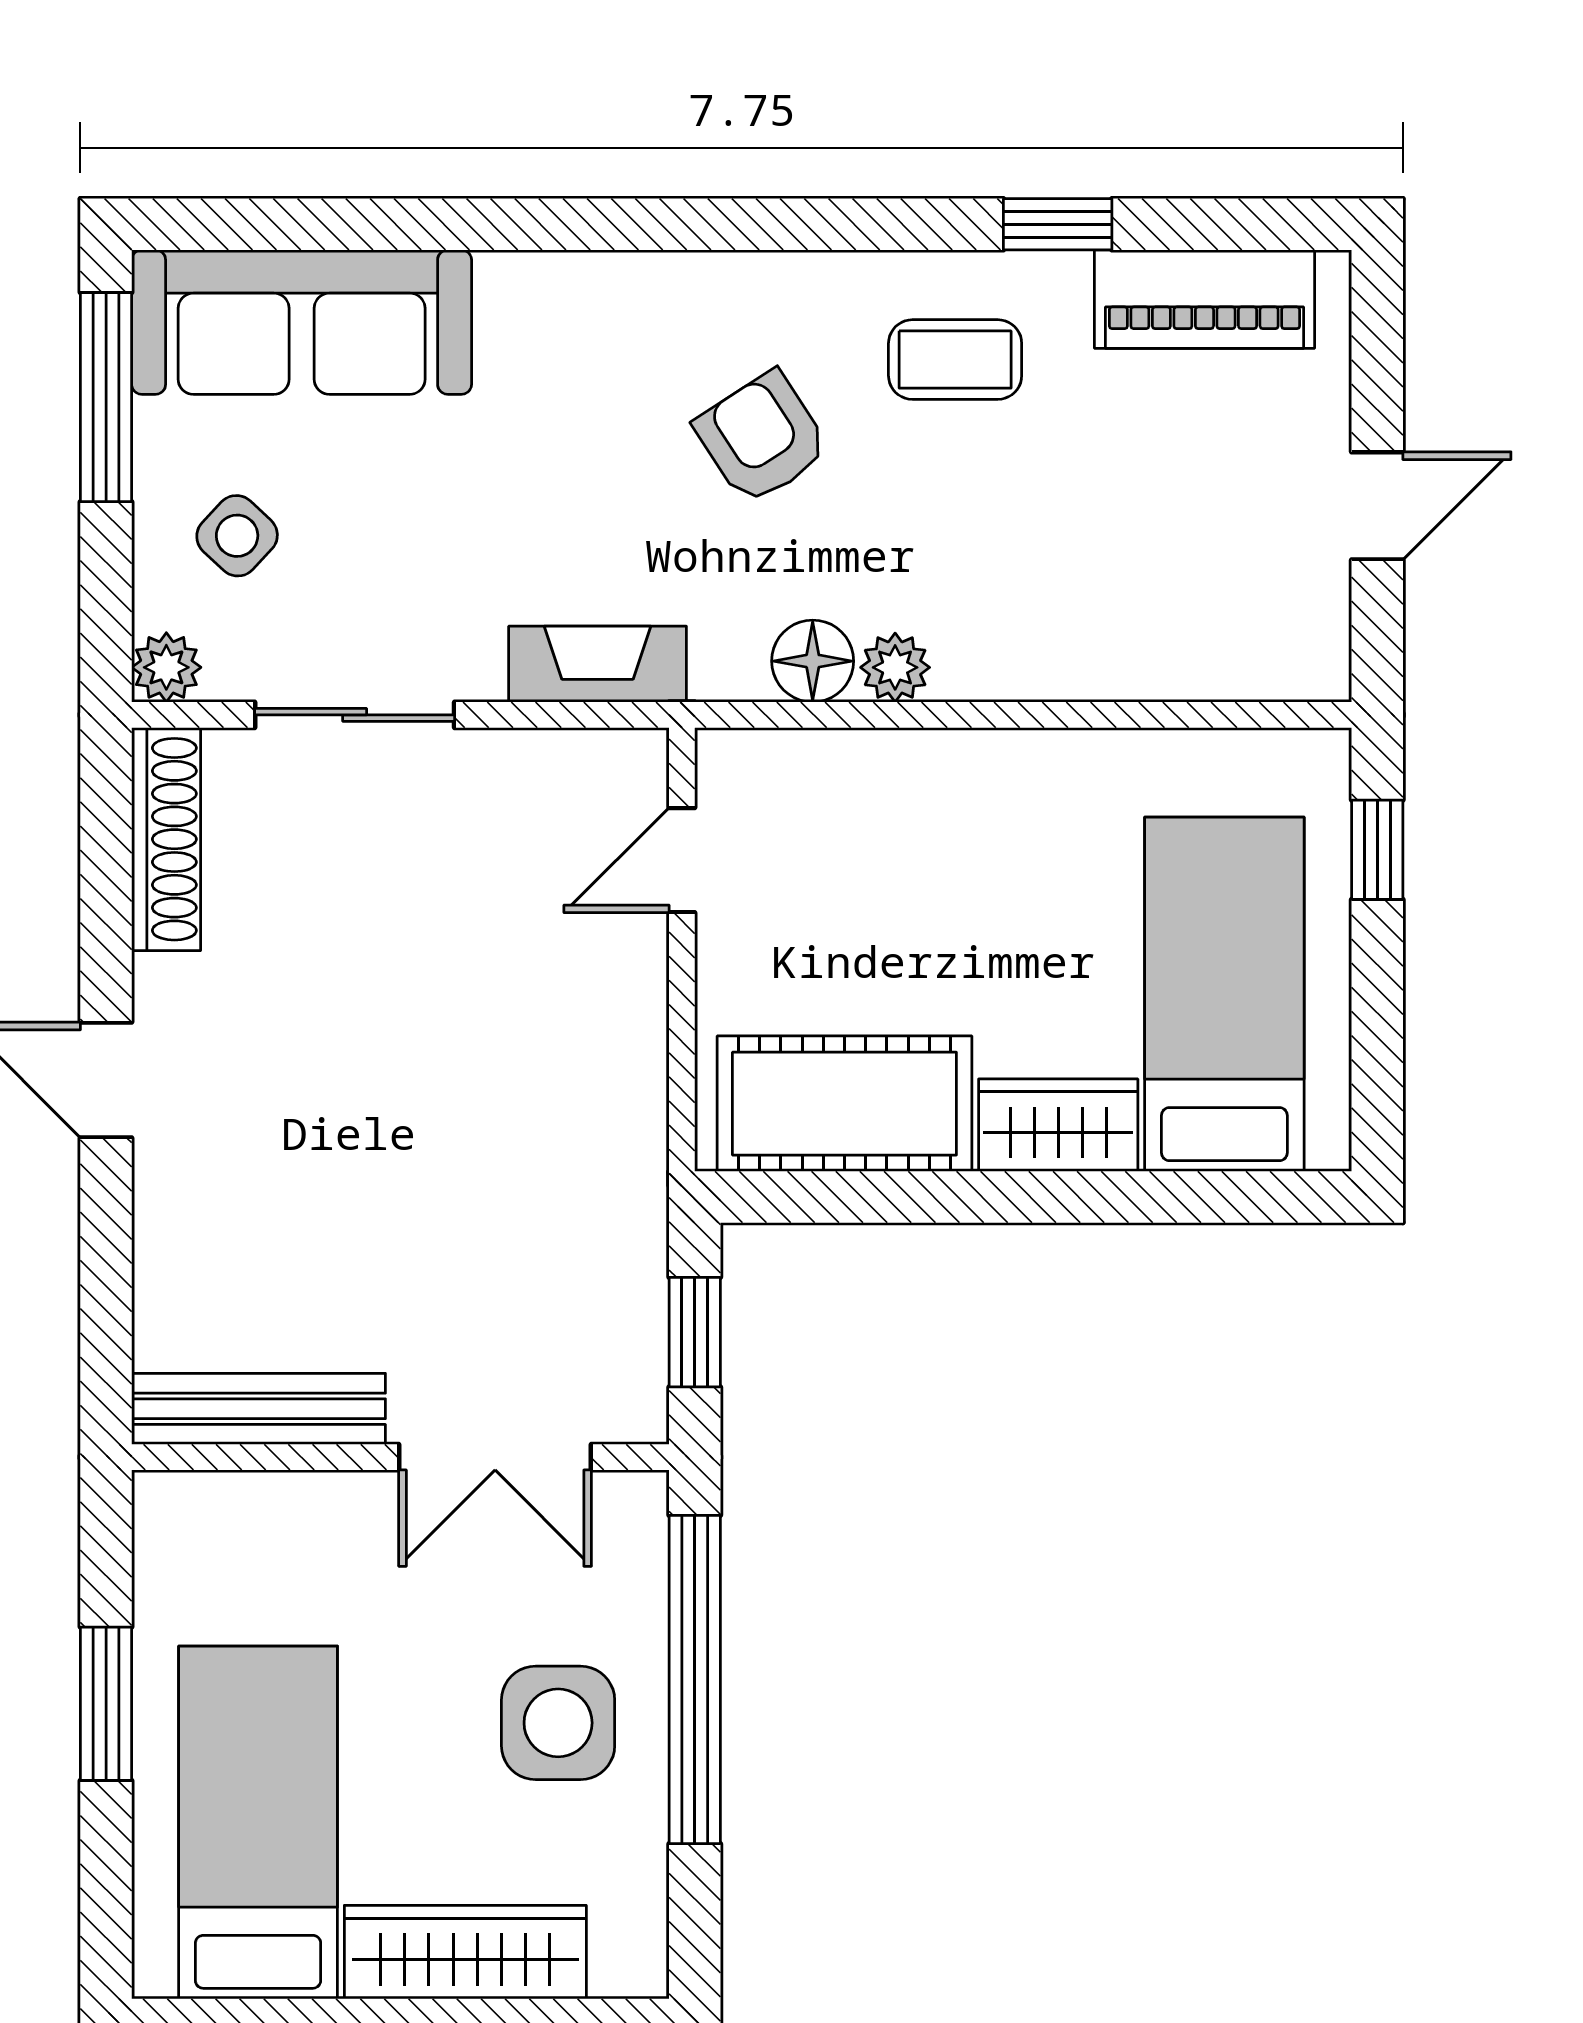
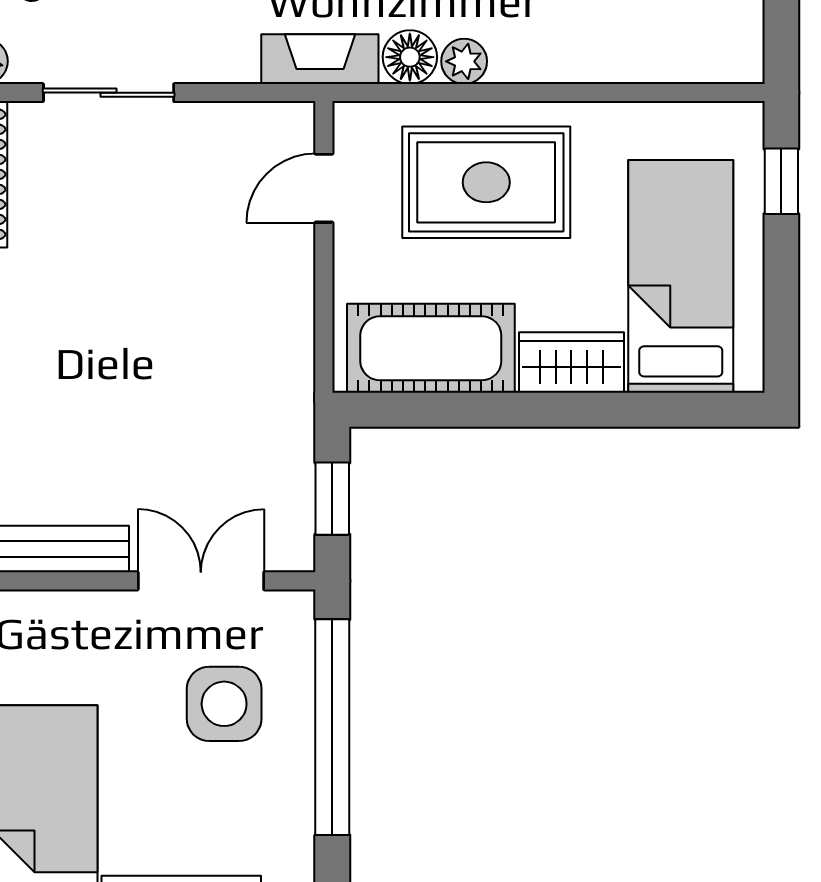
fireplace: (598, 664) -> (320, 59), moved
rug: (929, 851) -> (486, 182), added
double door: (495, 1457) -> (201, 581), swing flipped
side table: (558, 1723) -> (224, 704), moved

